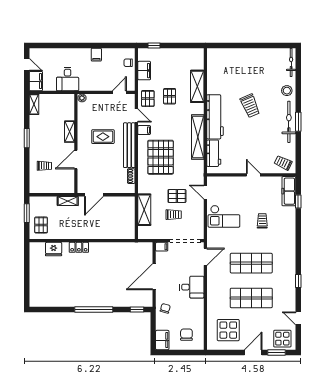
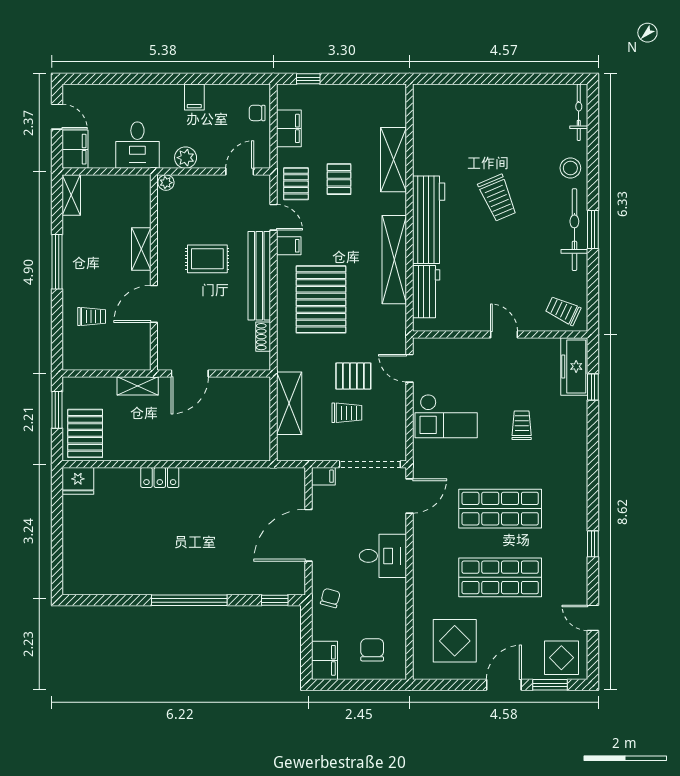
plant: (92, 85) -> (186, 158), added
window: (27, 138) -> (57, 262), width x1.44
pallet: (41, 225) -> (85, 433), width x1.50, depth x1.42
fridge: (54, 249) -> (78, 481), moved

